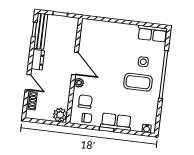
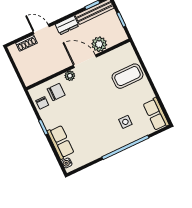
door: (75, 64) -> (85, 61), swing flipped
door: (28, 82) -> (41, 29), swing flipped
coffee table: (138, 82) -> (127, 76), moved, turned 90
plant: (60, 115) -> (99, 44), moved
row of seats: (116, 122) -> (61, 142), moved

